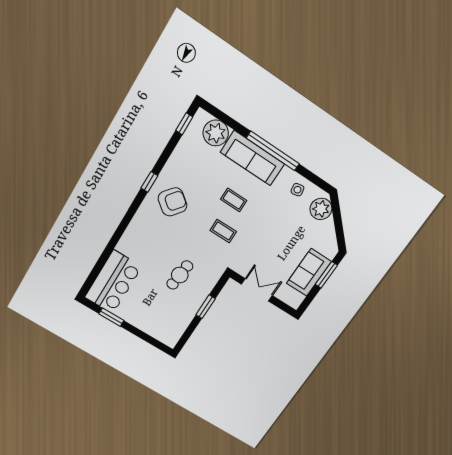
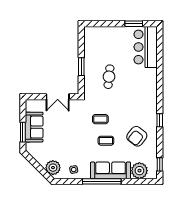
armchair: (173, 202) -> (137, 136), moved

